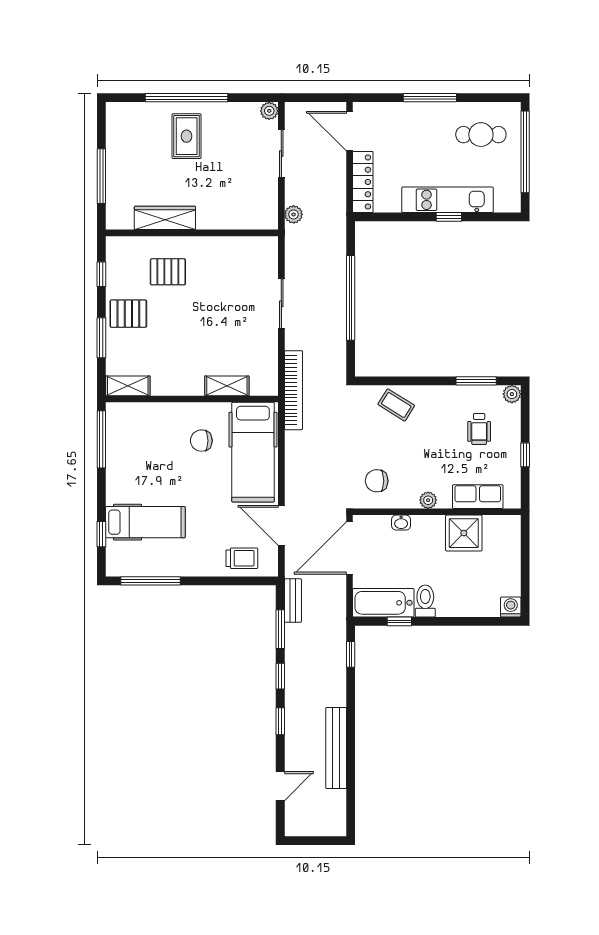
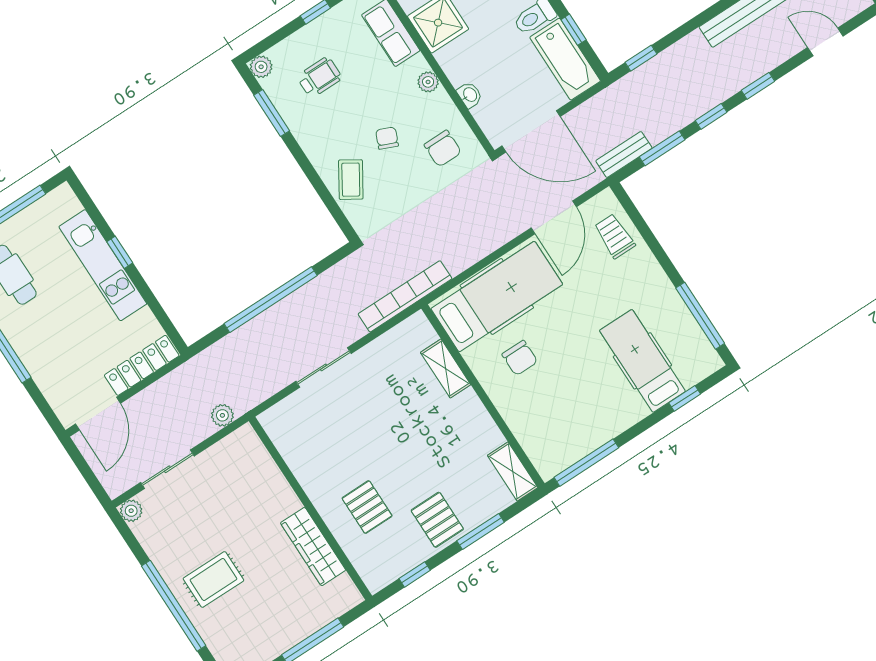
chair: (408, 448) -> (387, 138), added

